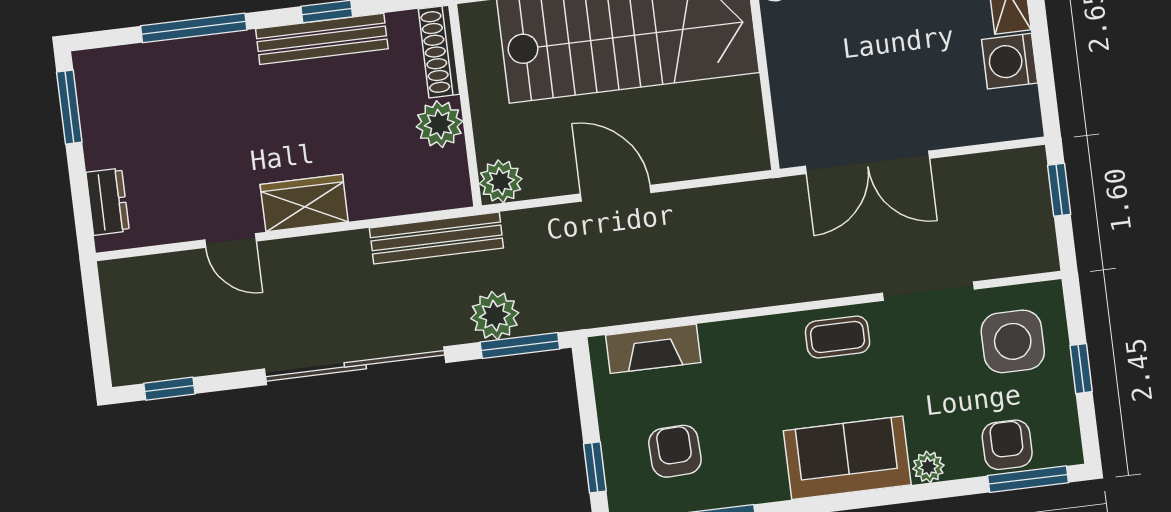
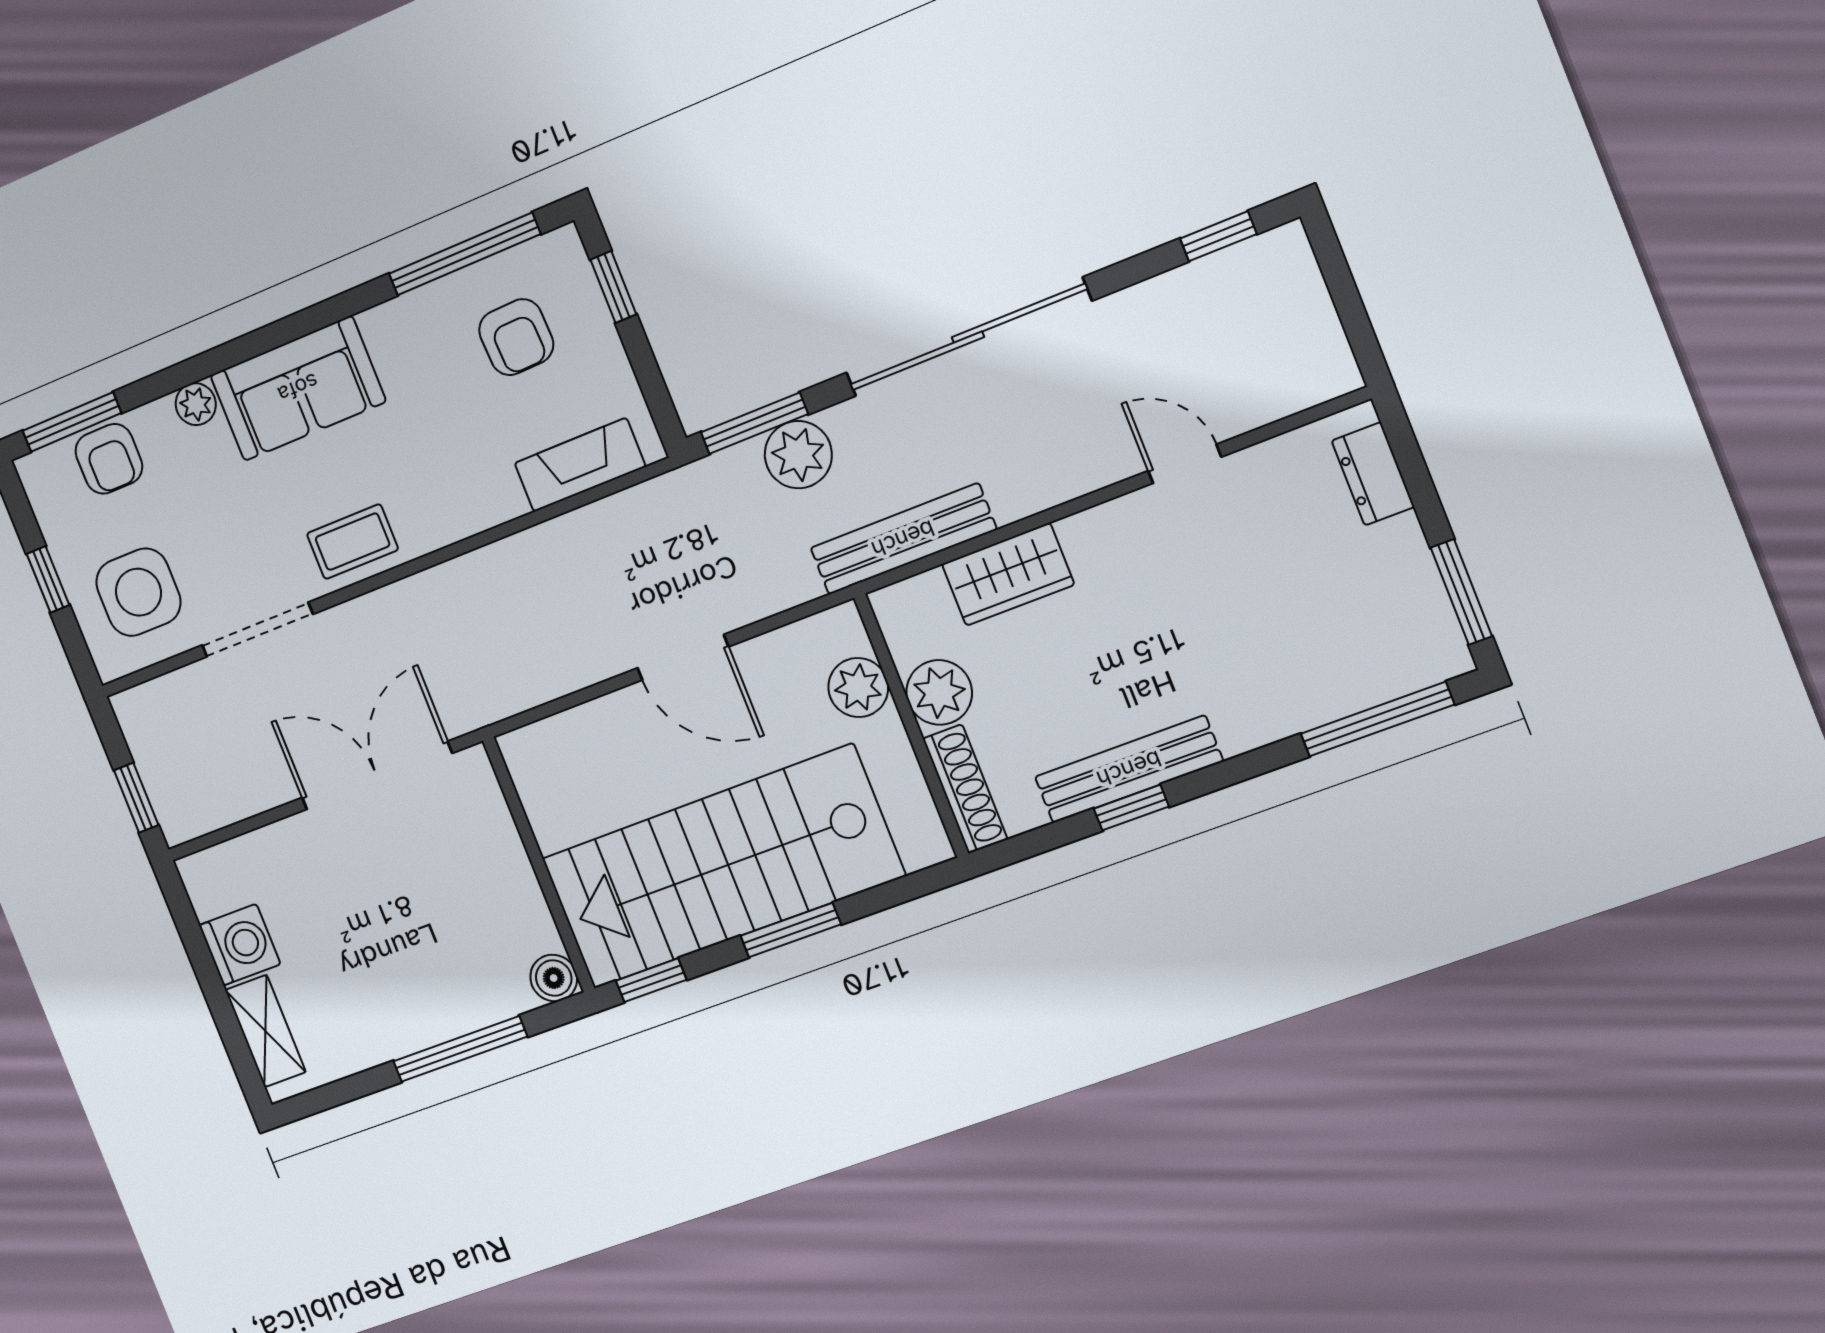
window: (194, 28) -> (1377, 719), moved
plant: (501, 181) -> (858, 688), moved
wardrobe: (304, 203) -> (1008, 574), moved

